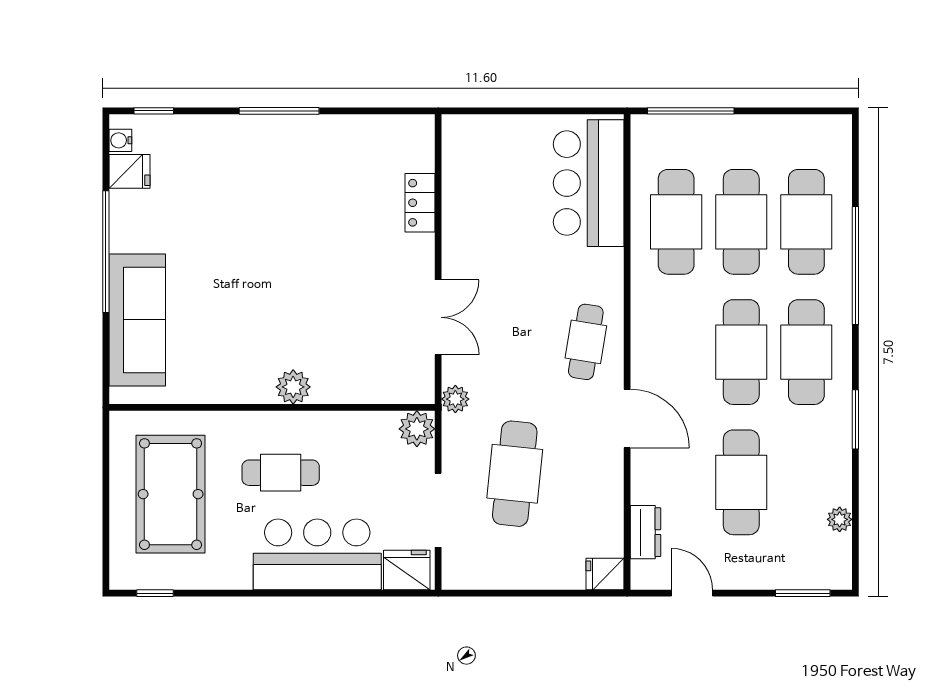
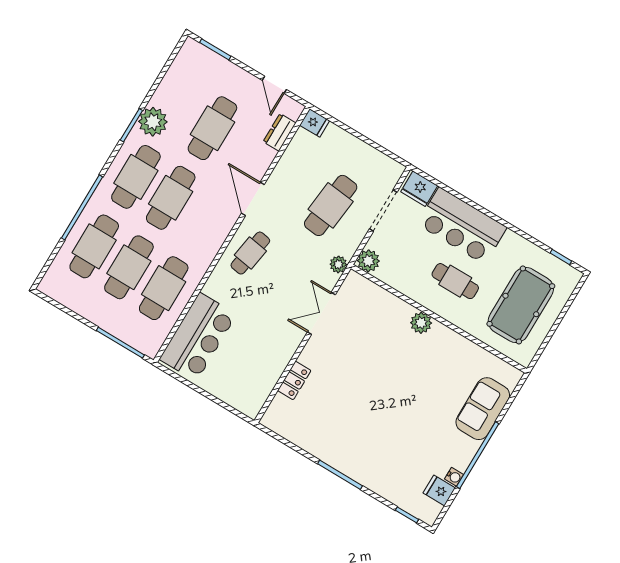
water cooler: (120, 140) -> (454, 477), moved
sofa: (137, 320) -> (483, 409), width x0.73
plant: (840, 519) -> (153, 122), moved, width x1.88, depth x1.88

